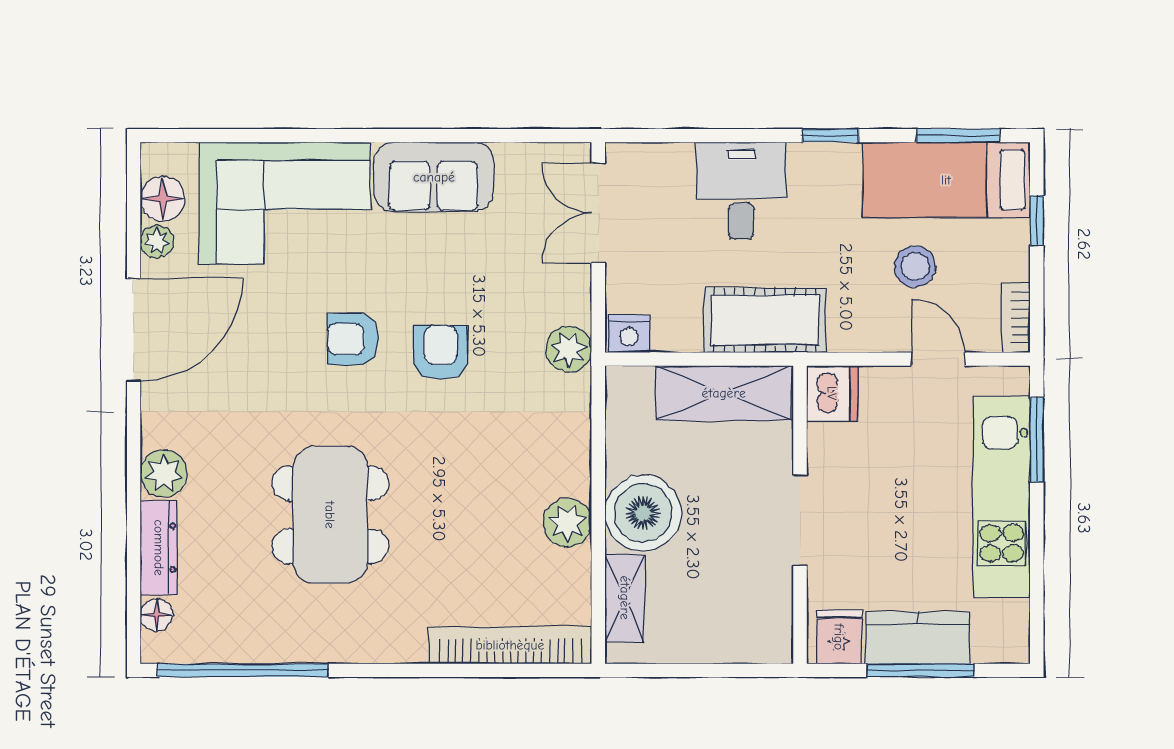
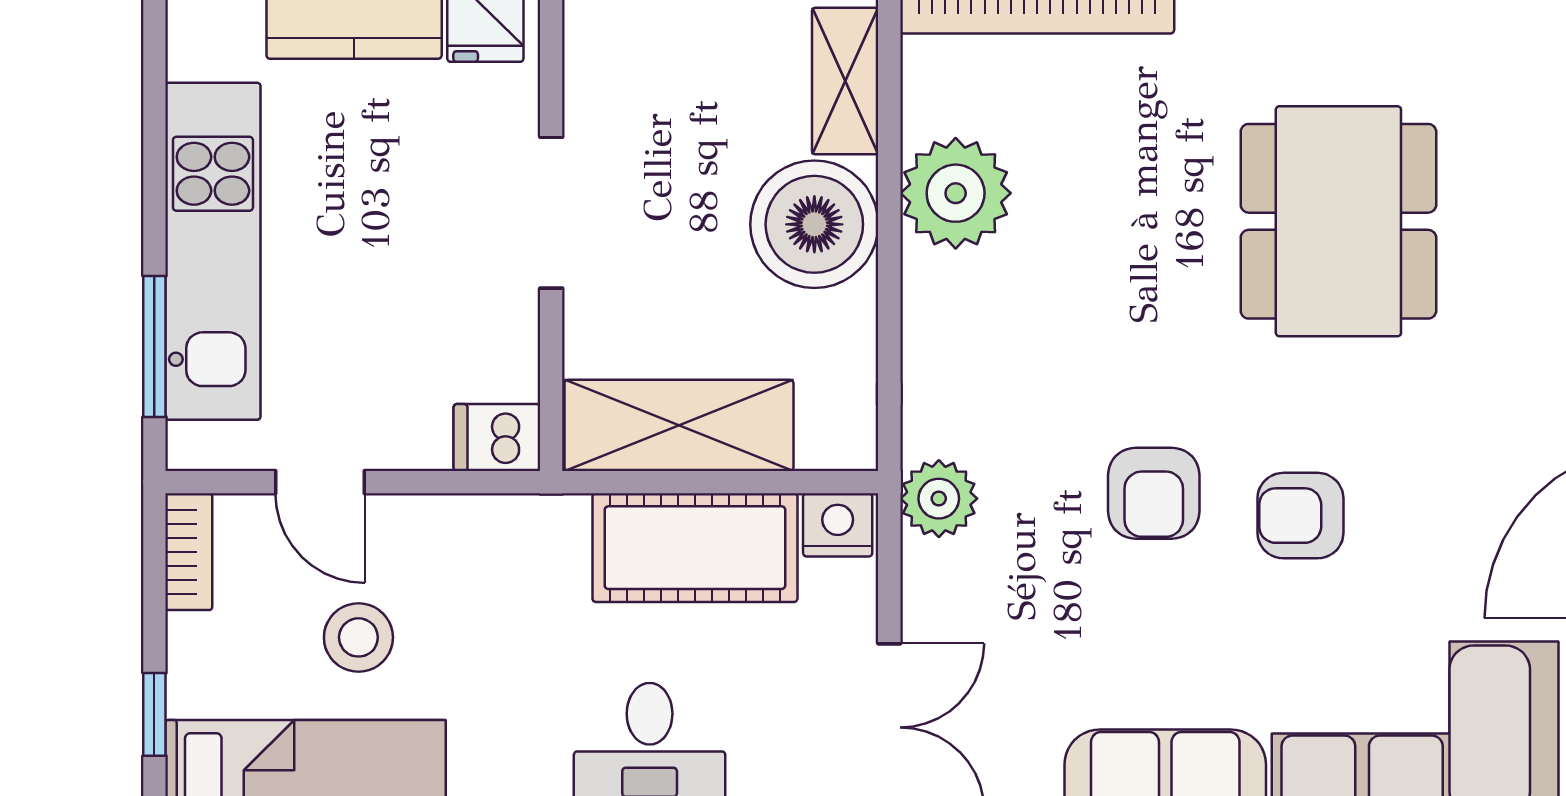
cot: (765, 320) -> (695, 548), moved
armchair: (353, 339) -> (1300, 516), turned 180
dishwasher: (832, 393) -> (497, 438), width x0.73
plant: (568, 523) -> (956, 193), width x1.36, depth x1.36

